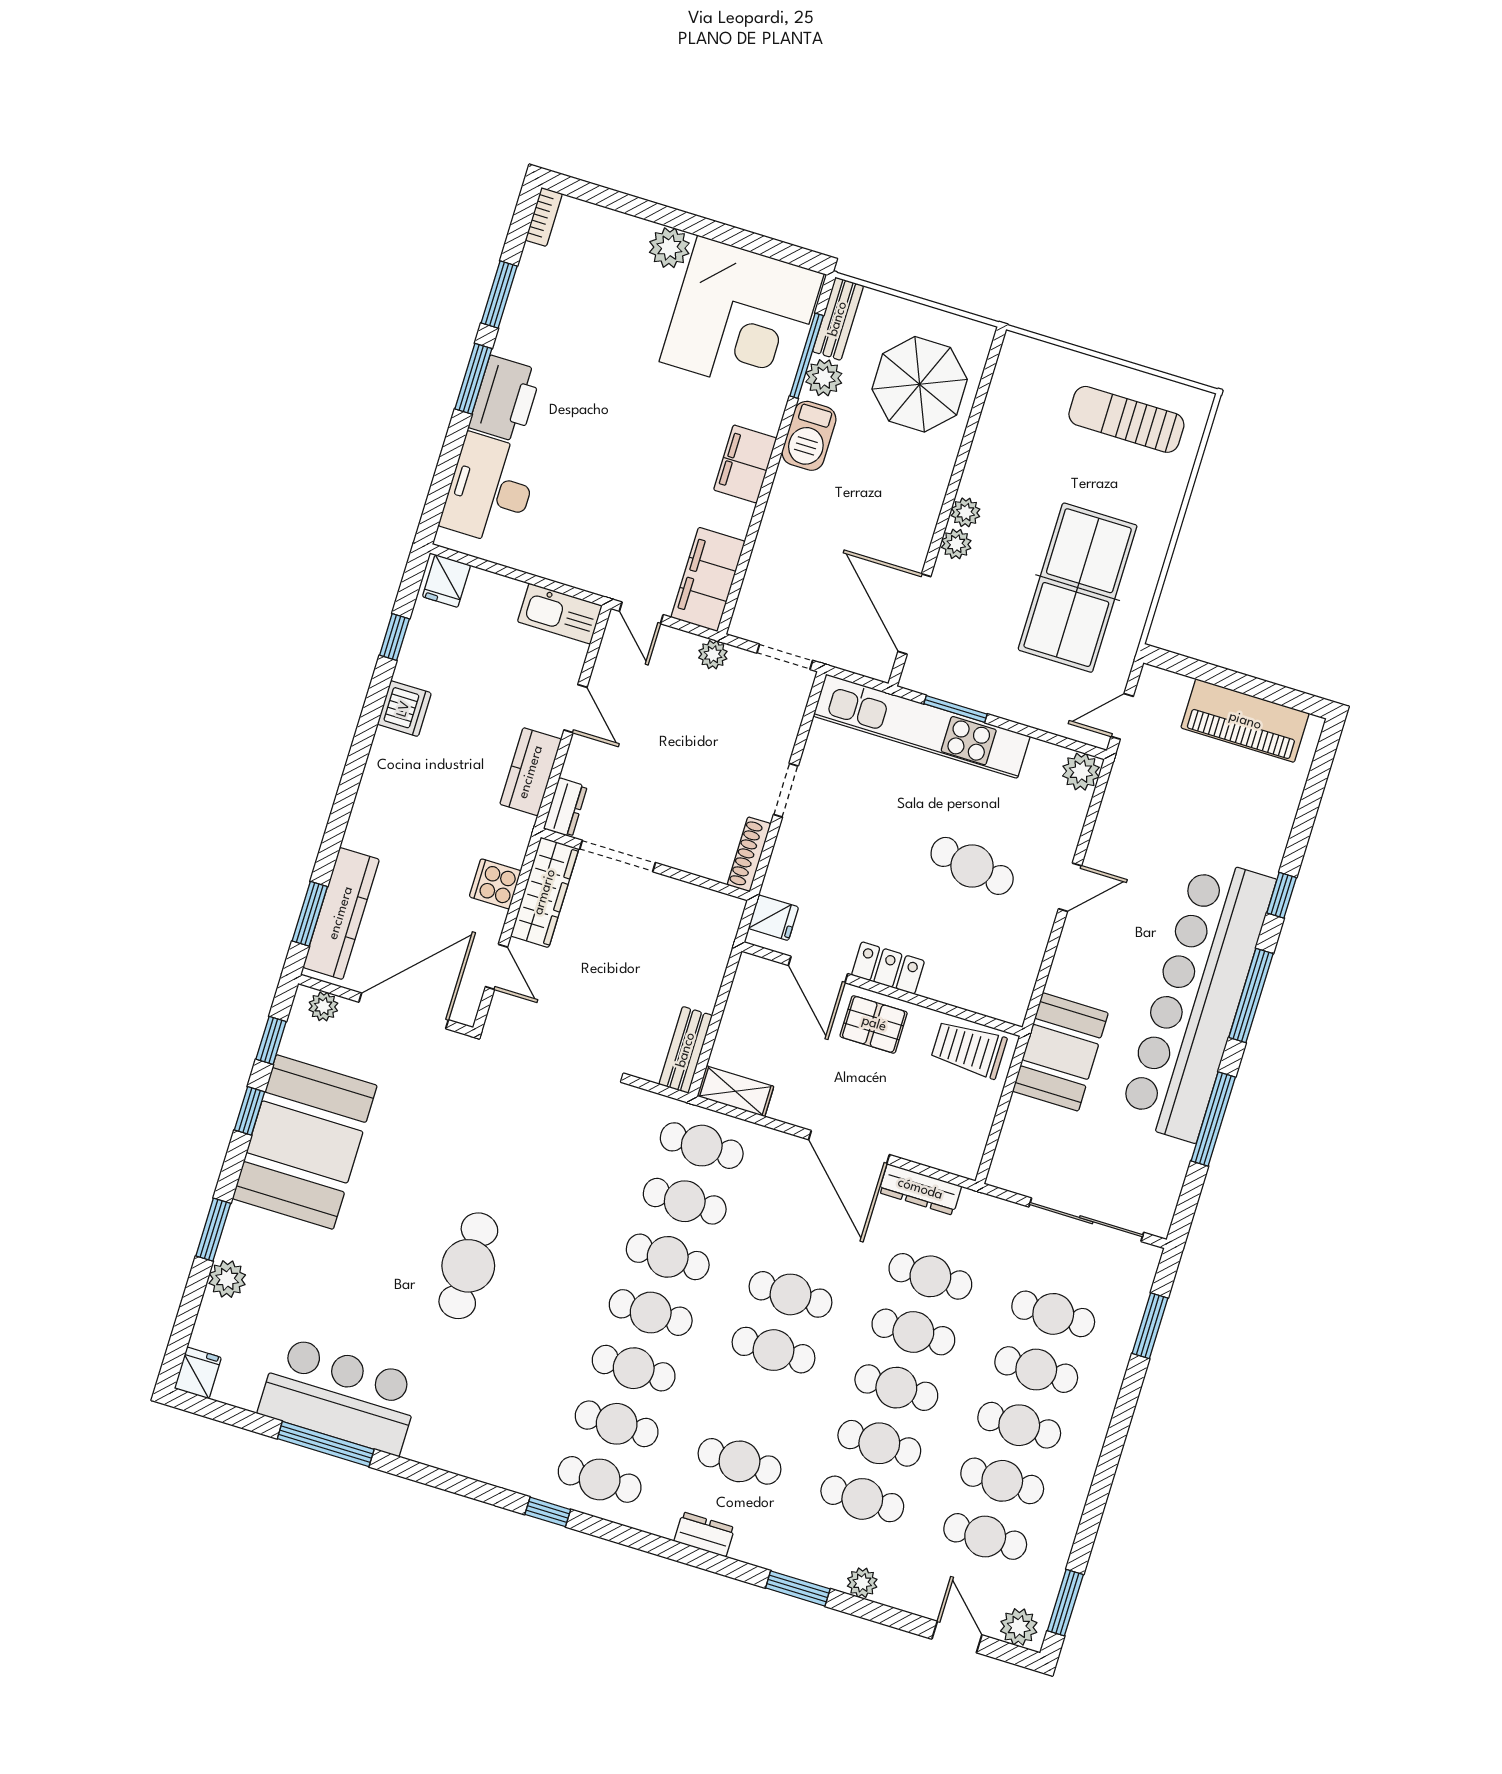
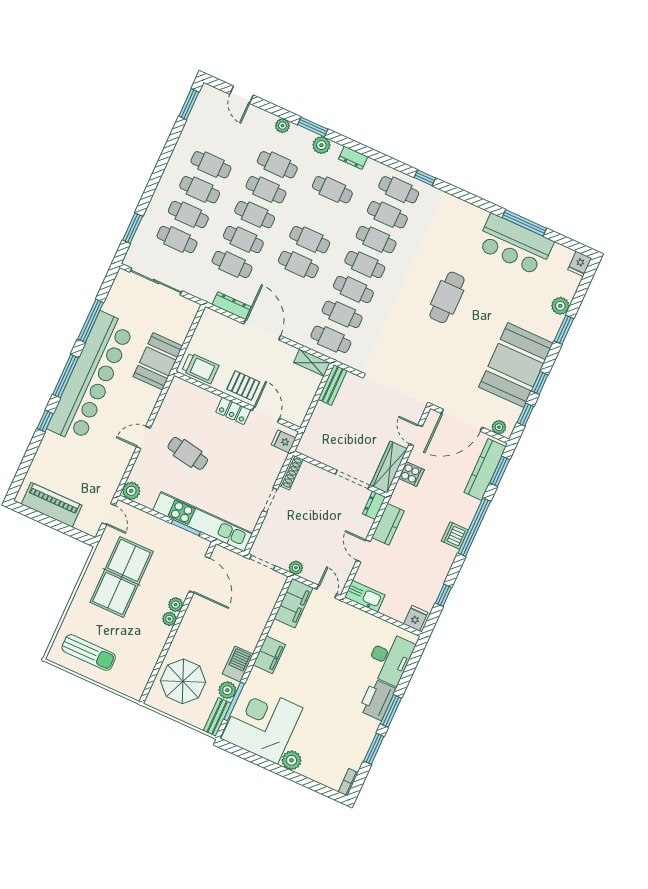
dishwasher: (404, 709) -> (455, 535), moved
door: (1122, 716) -> (109, 514), hinge flipped
window: (348, 789) -> (474, 527), added
cafe table: (985, 1536) -> (222, 140), removed
plant: (1019, 1627) -> (321, 145), moved

